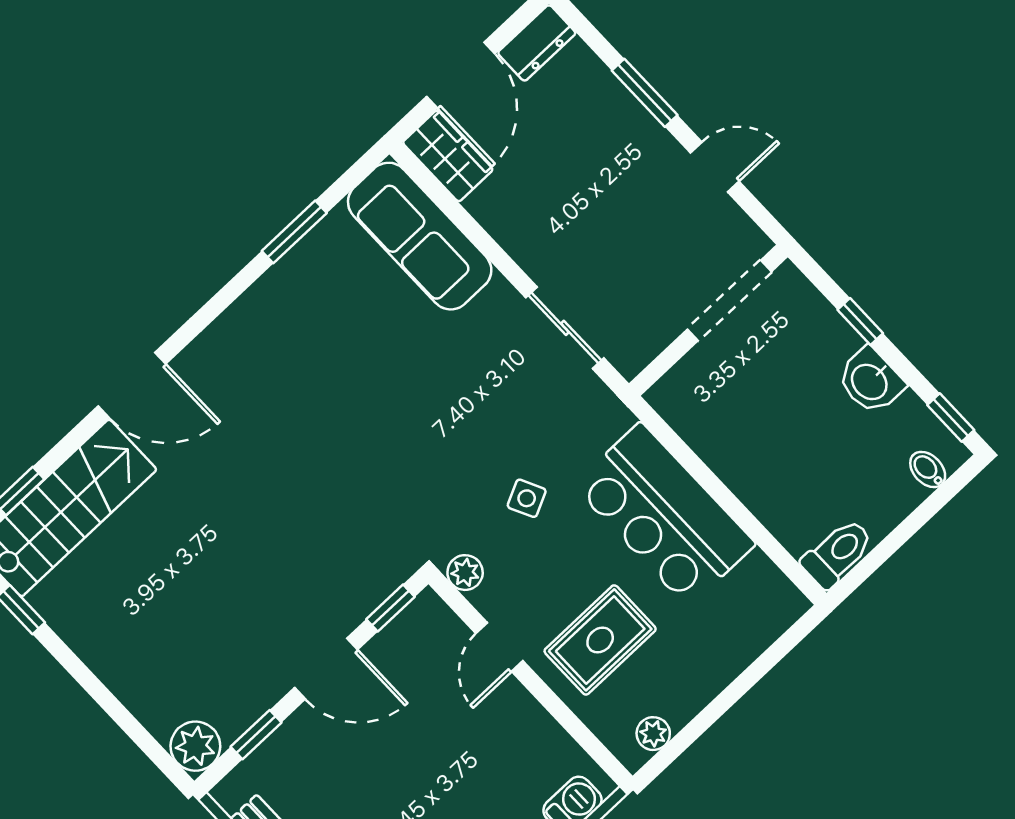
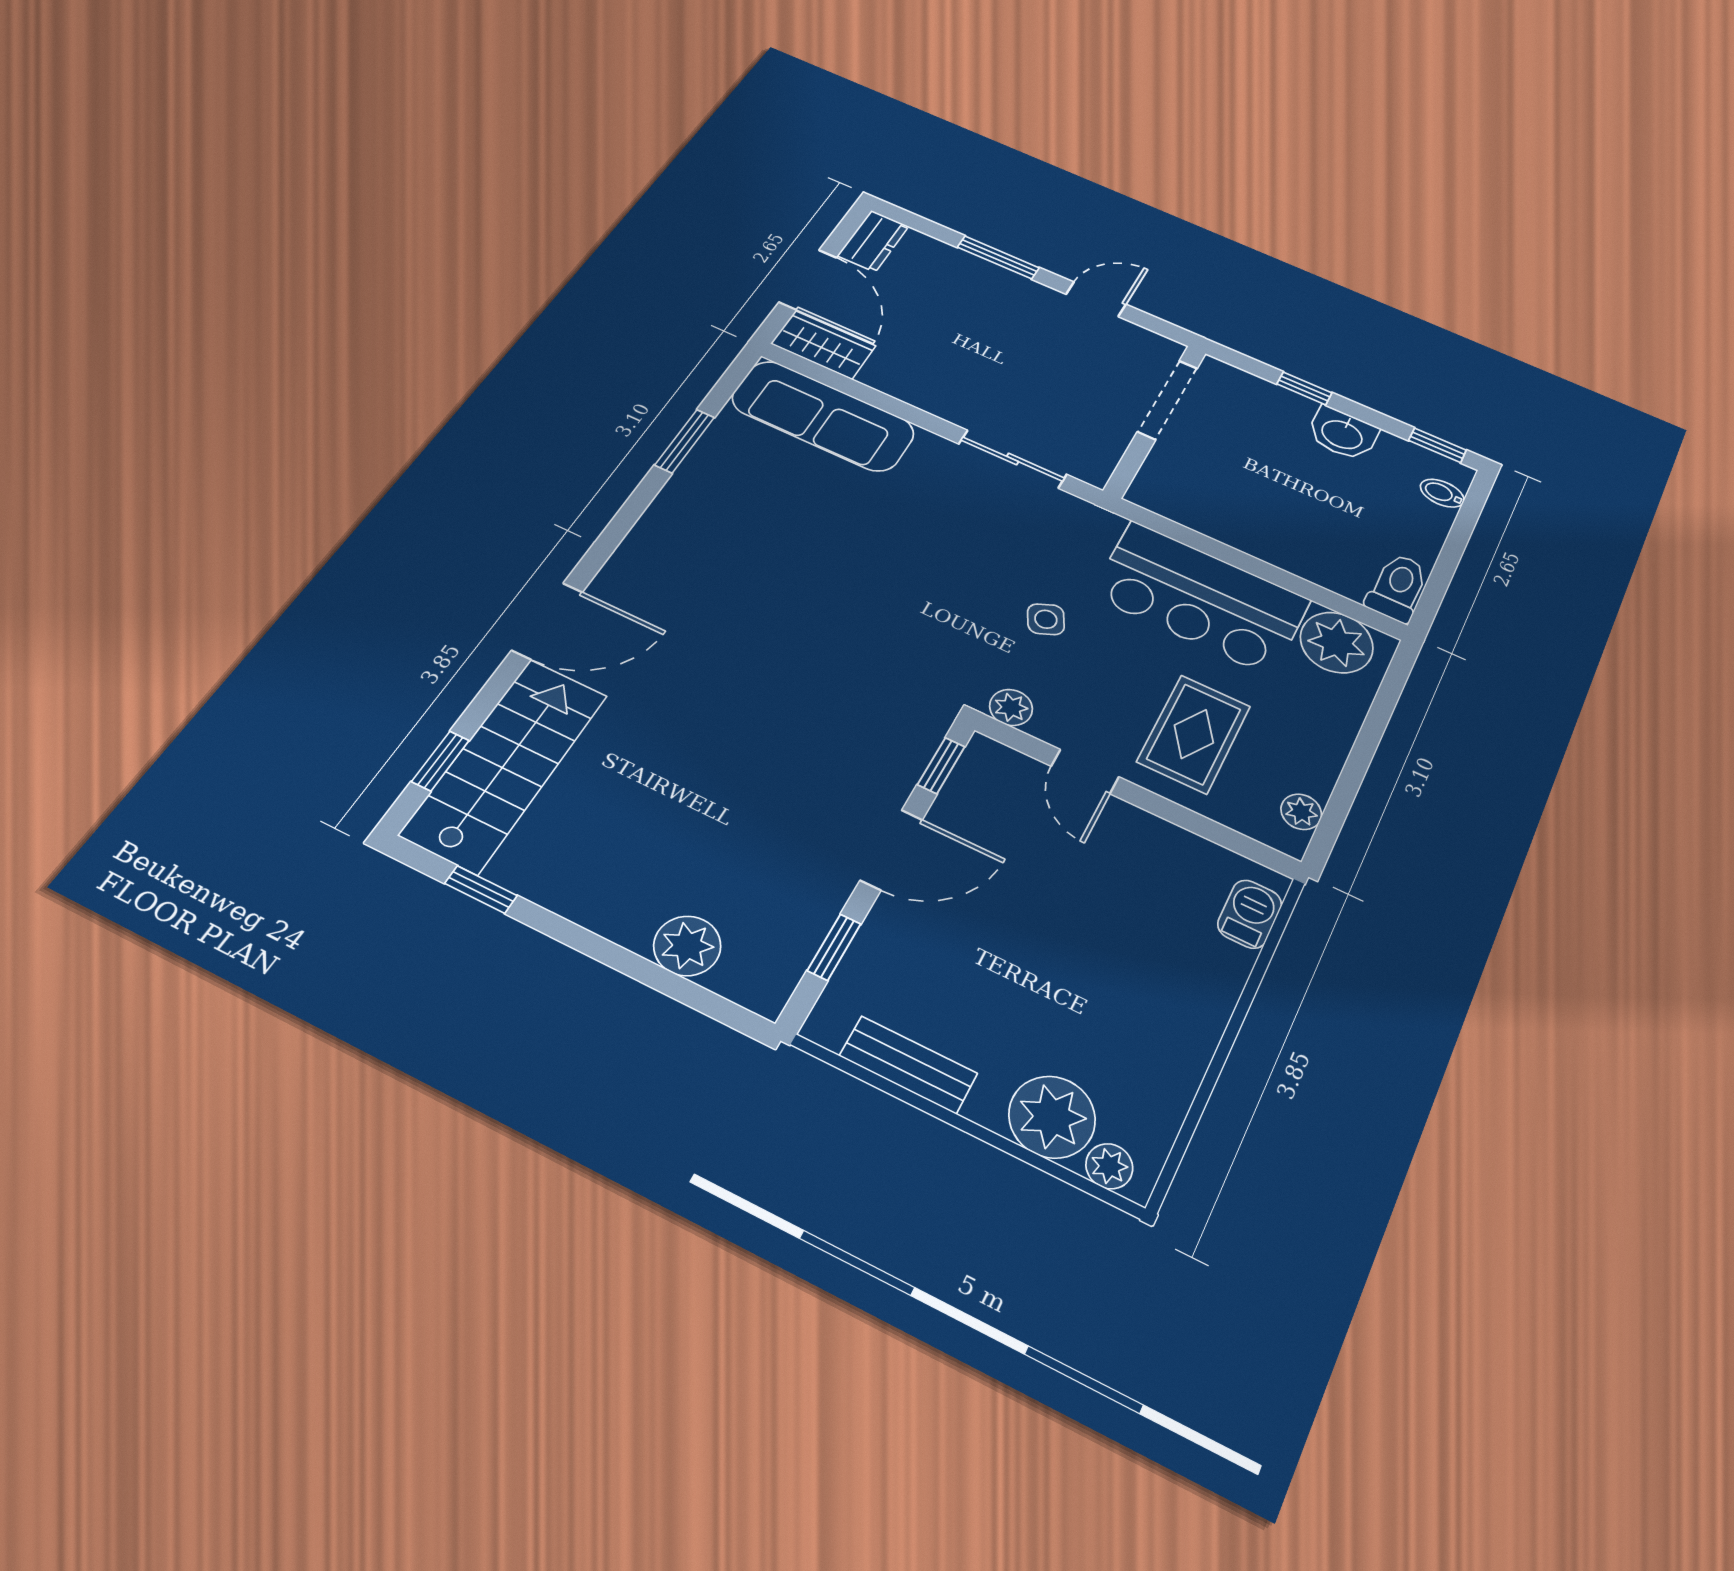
plant: (758, 591) -> (1337, 642), added
plant: (195, 746) -> (687, 946), moved

